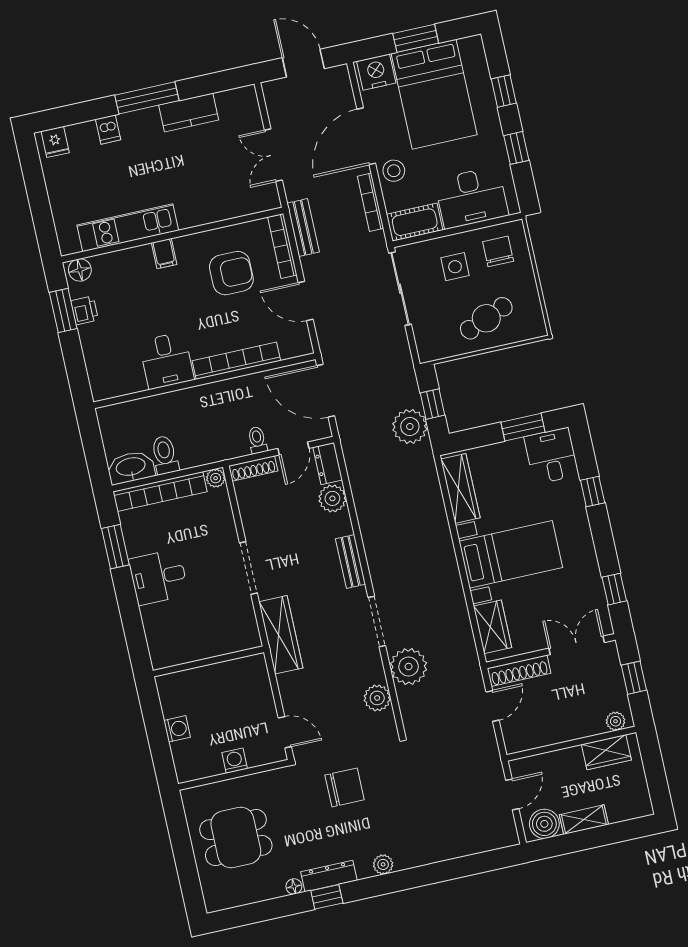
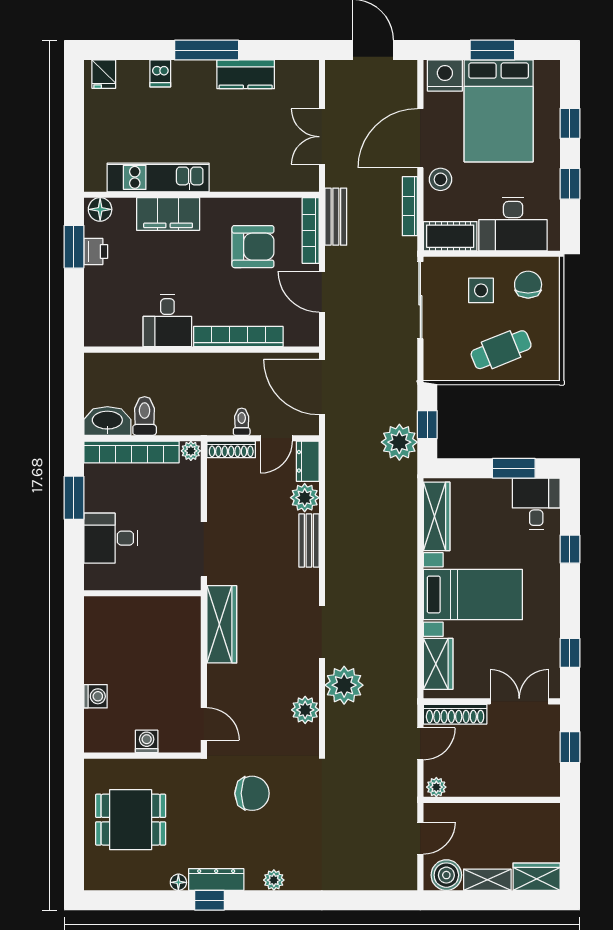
filing cabinet: (164, 254) -> (168, 214), width x3.00, depth x1.17
bench: (351, 561) -> (309, 540), moved
wall: (208, 661) -> (142, 593), moved
plant: (616, 721) -> (436, 787), moved
wardrobe: (606, 752) -> (537, 877), moved, turned 180

